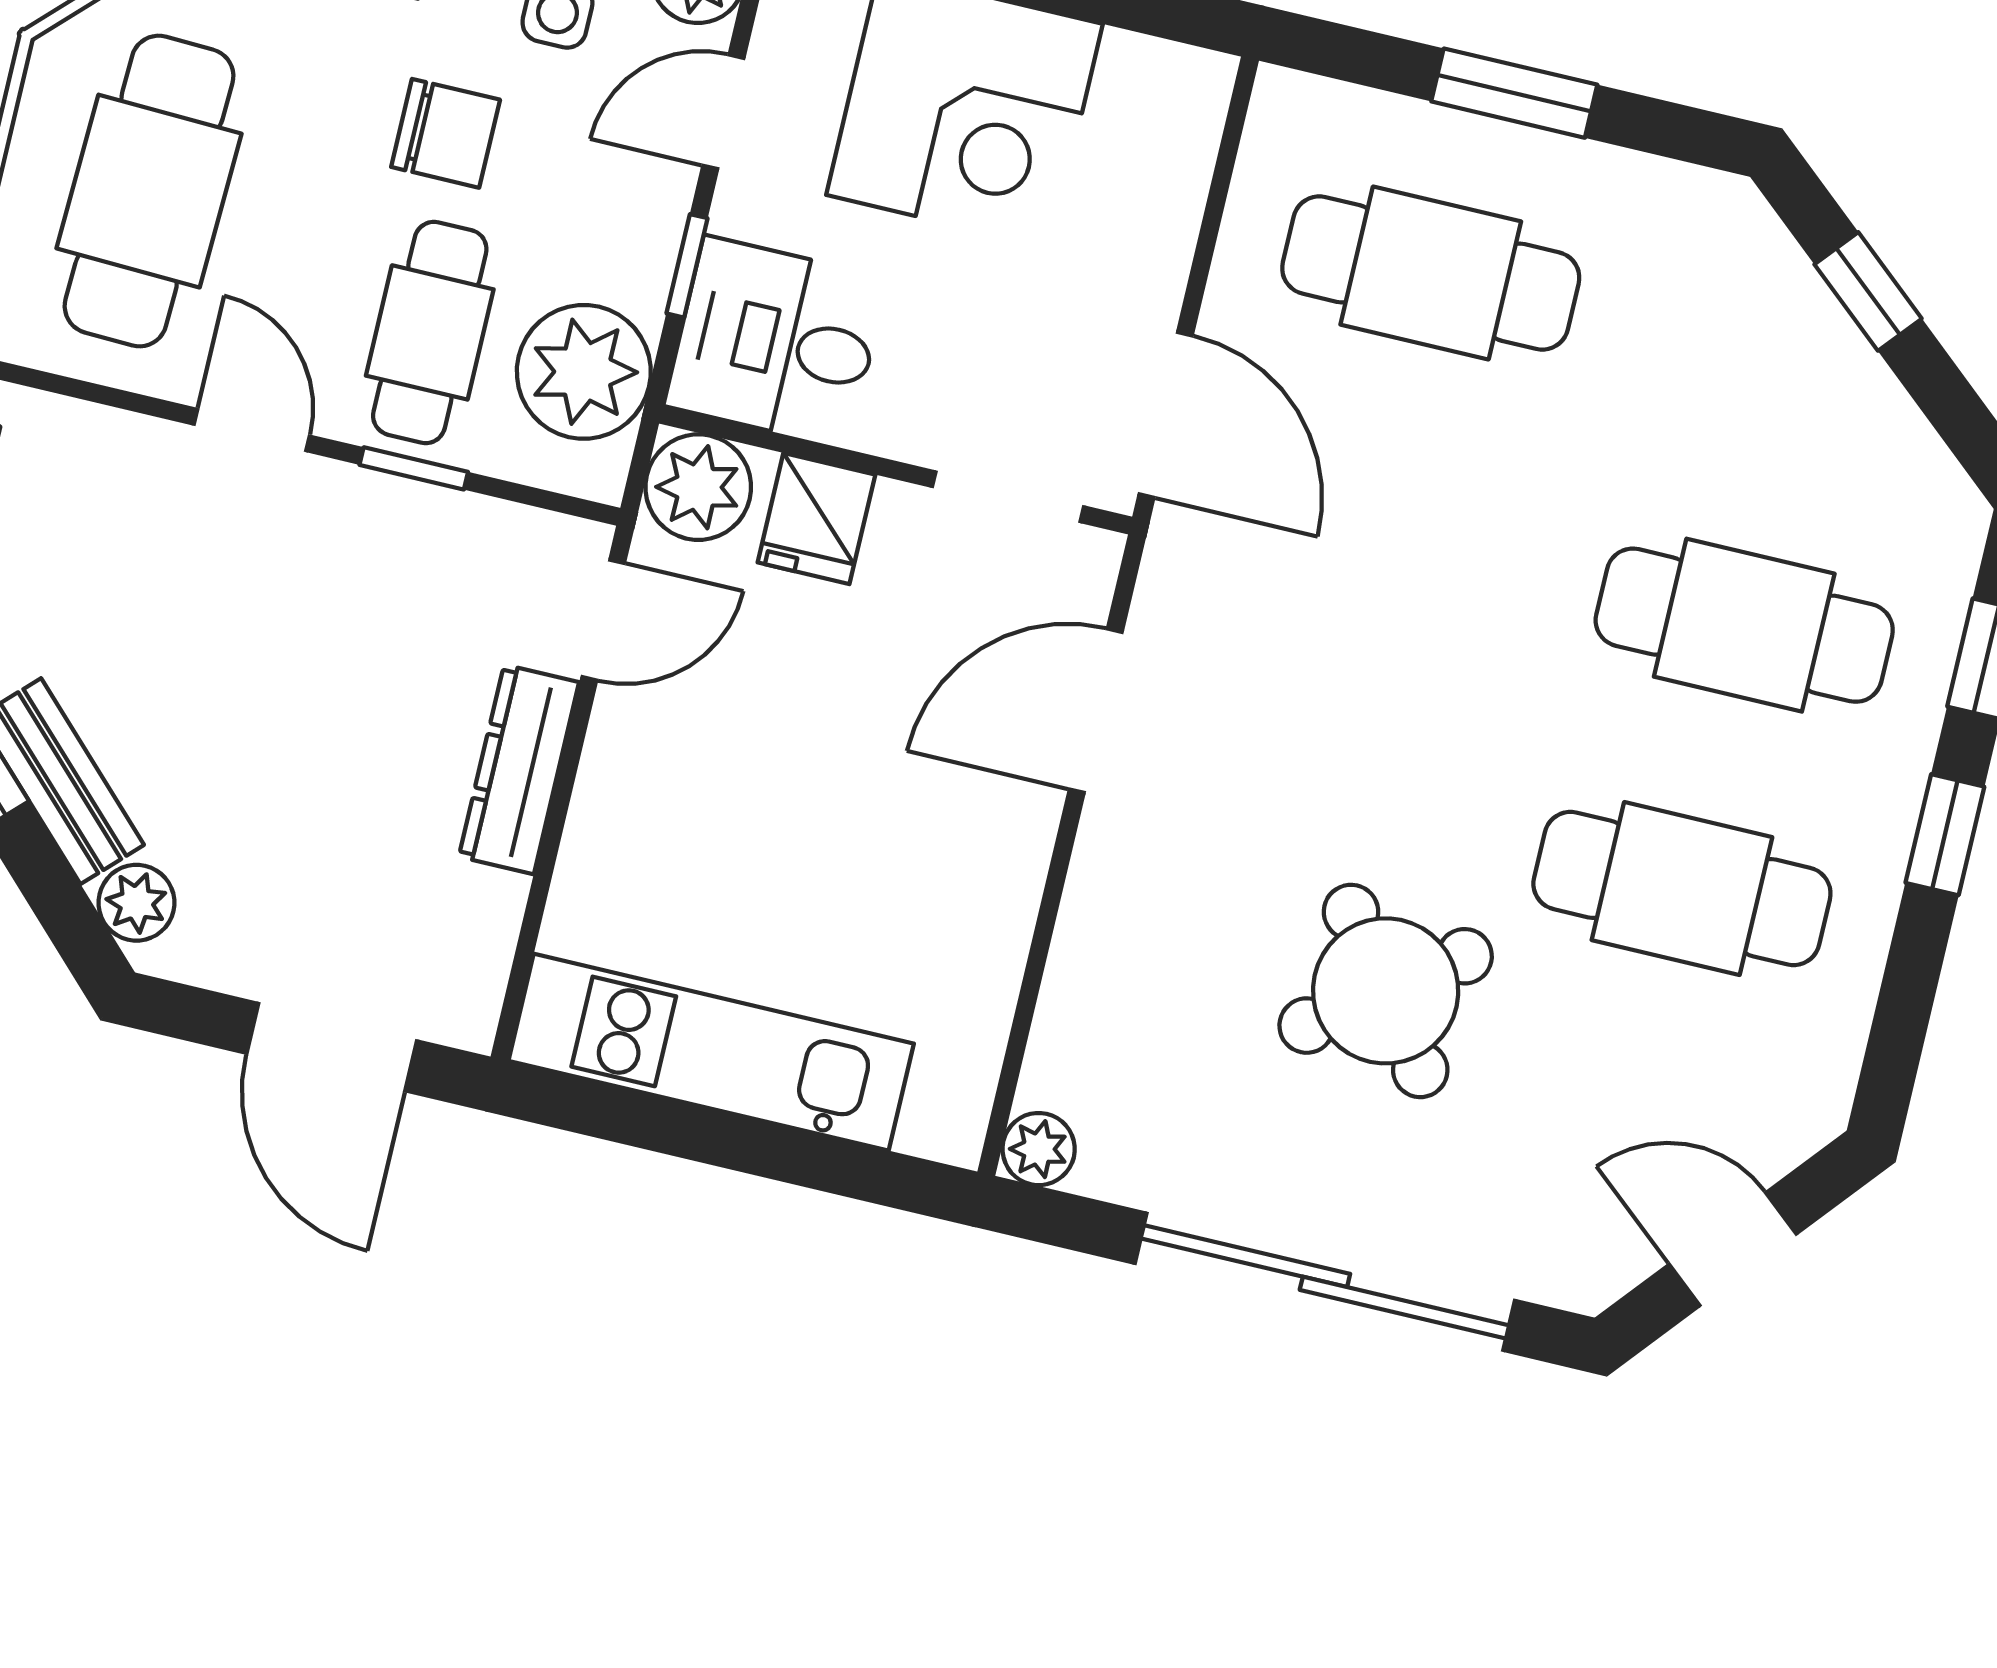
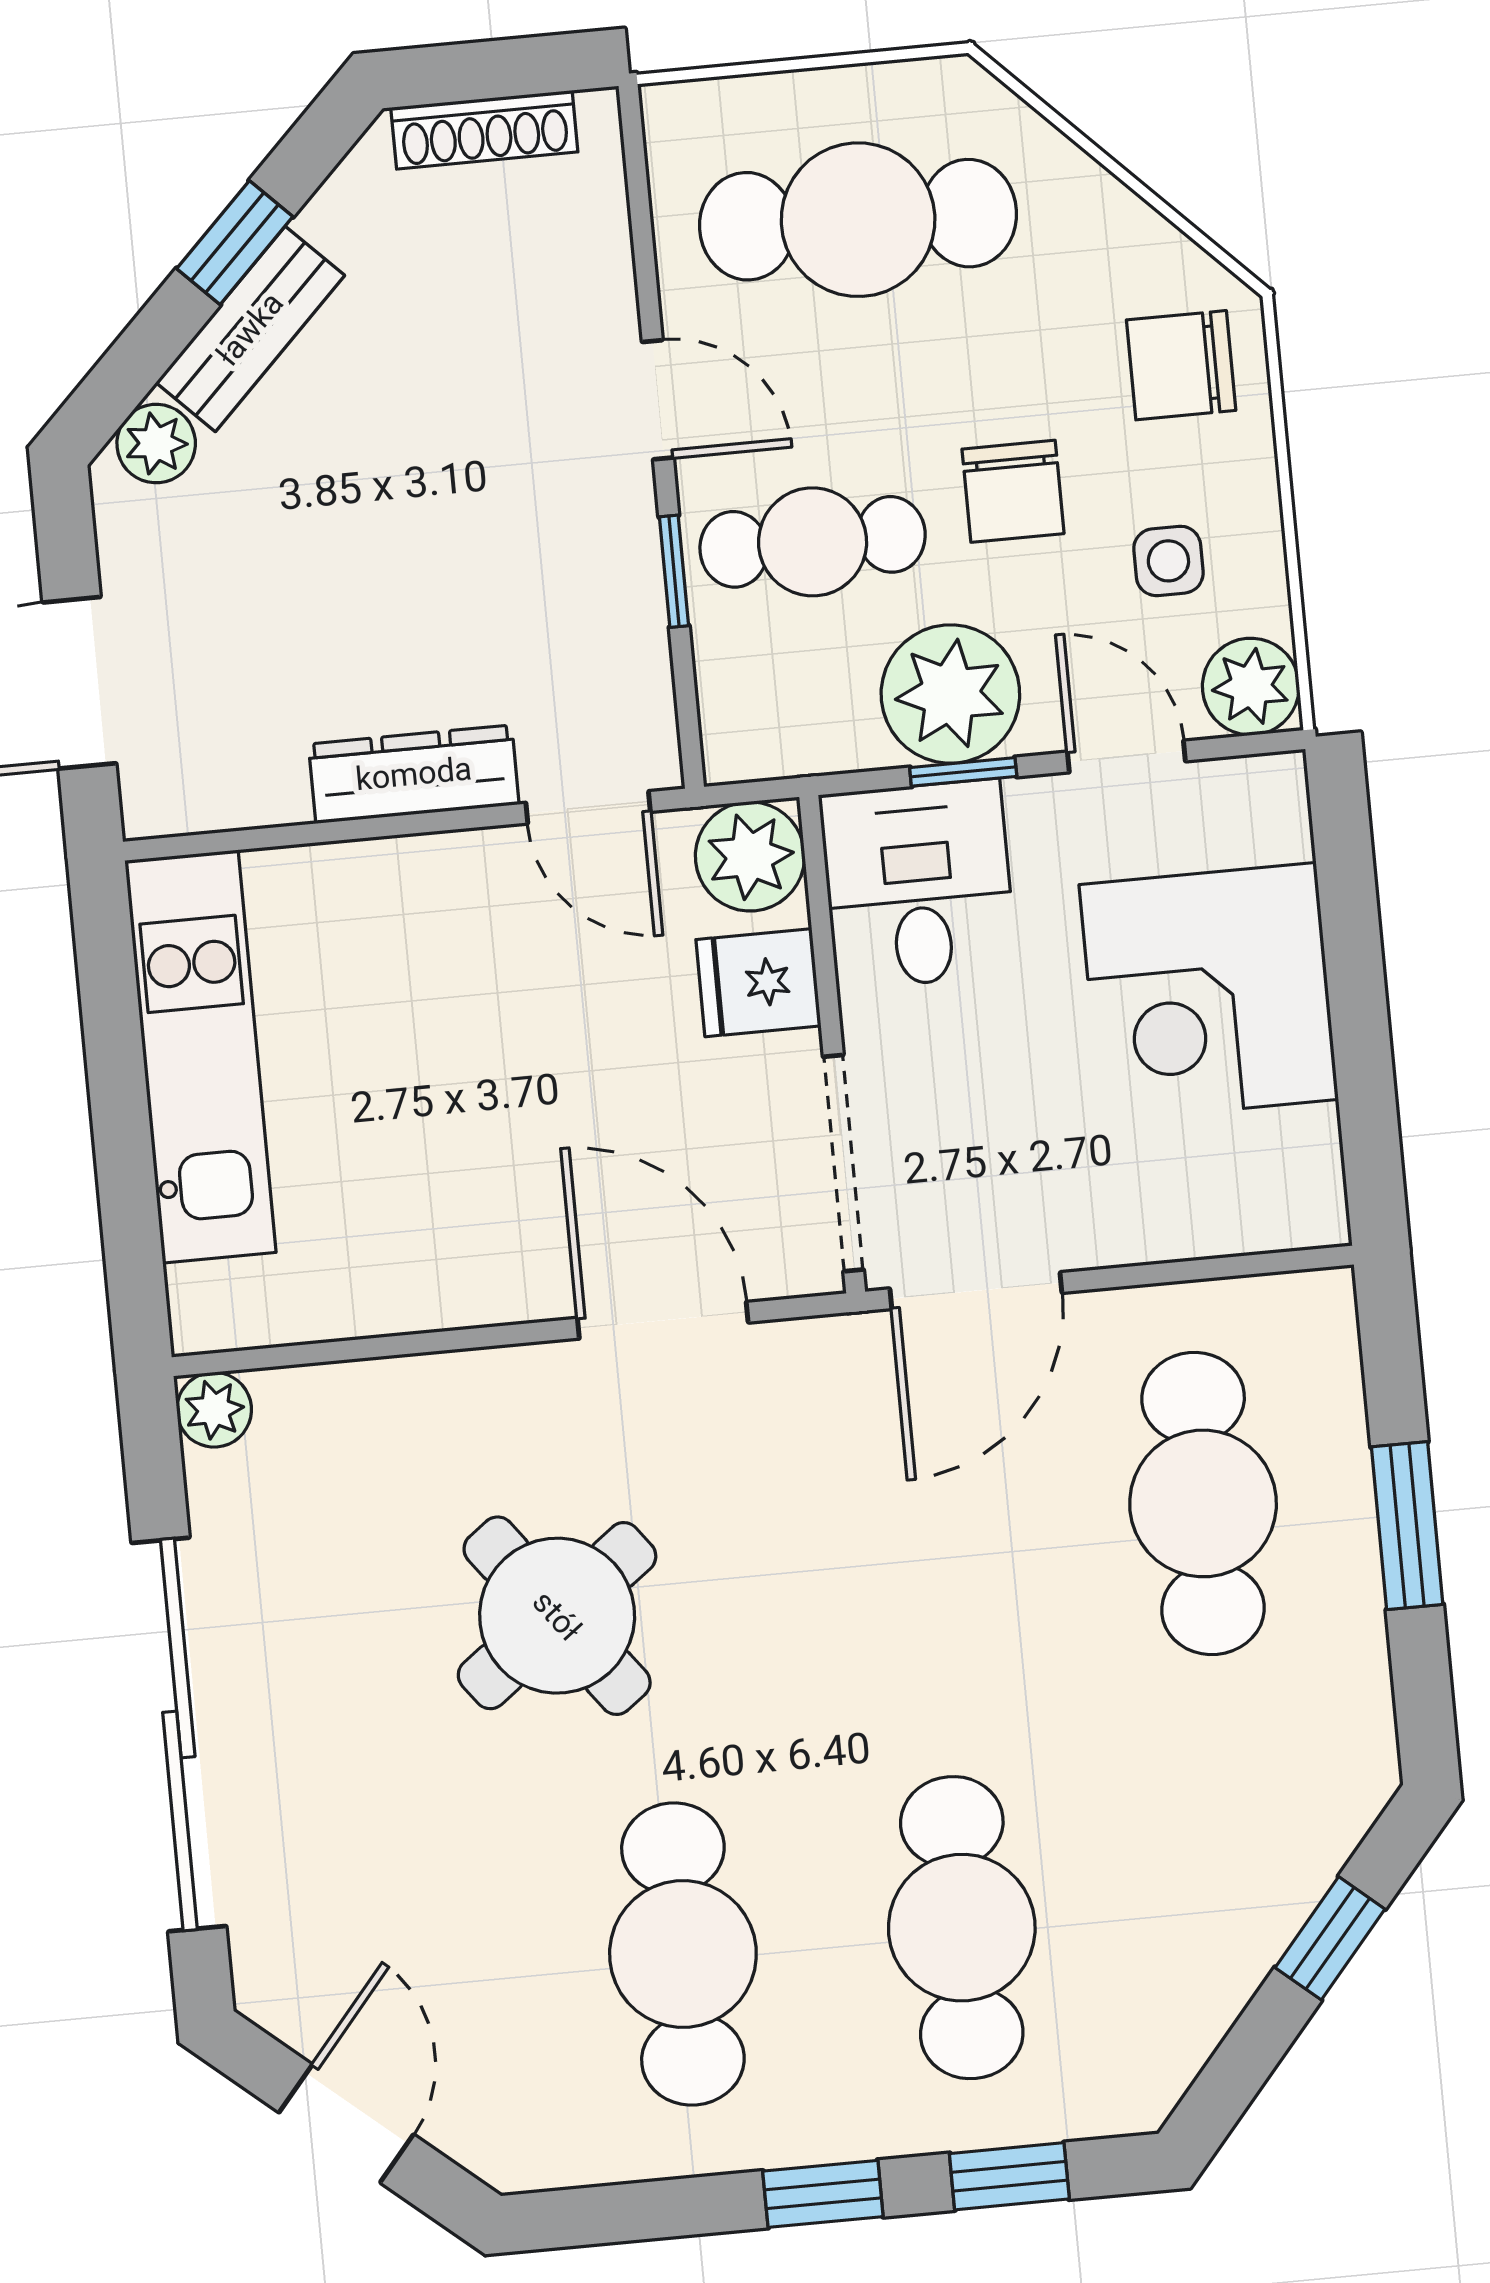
plant: (584, 372) -> (950, 694), moved
door: (252, 430) -> (658, 400), hinge flipped
doorway: (1008, 497) -> (843, 1163), width x1.38
round table: (1386, 991) -> (557, 1616), moved

